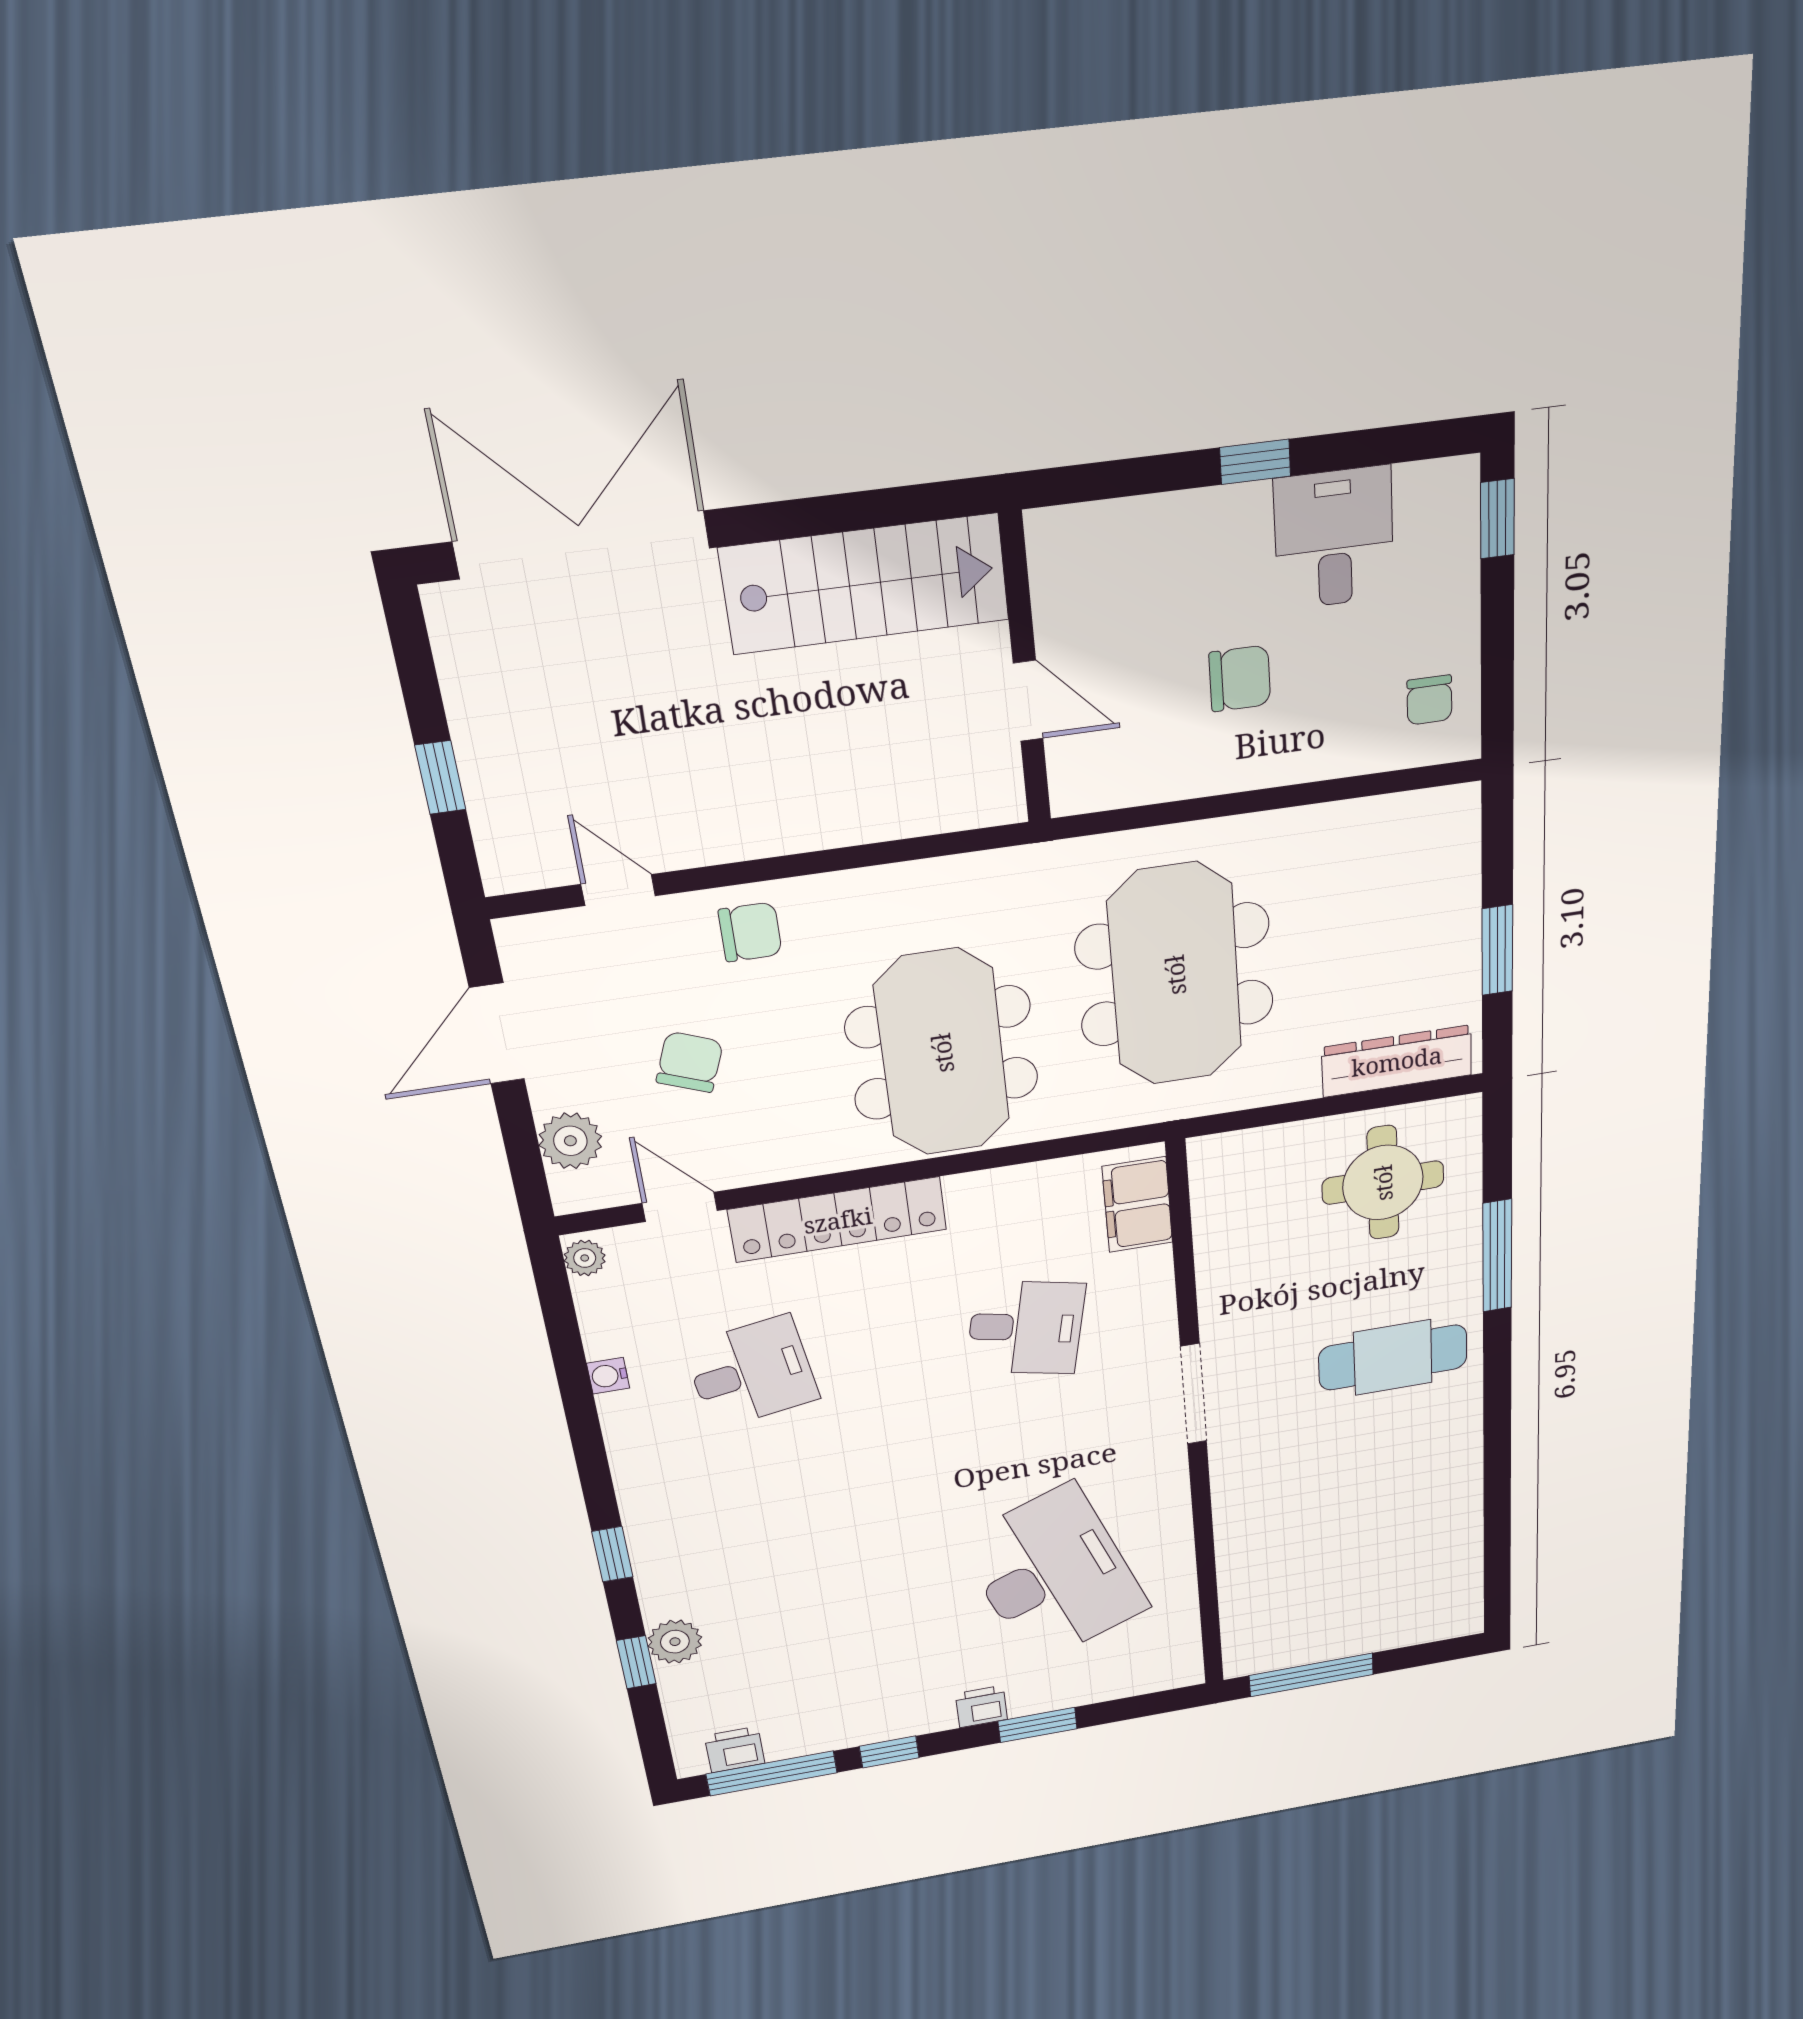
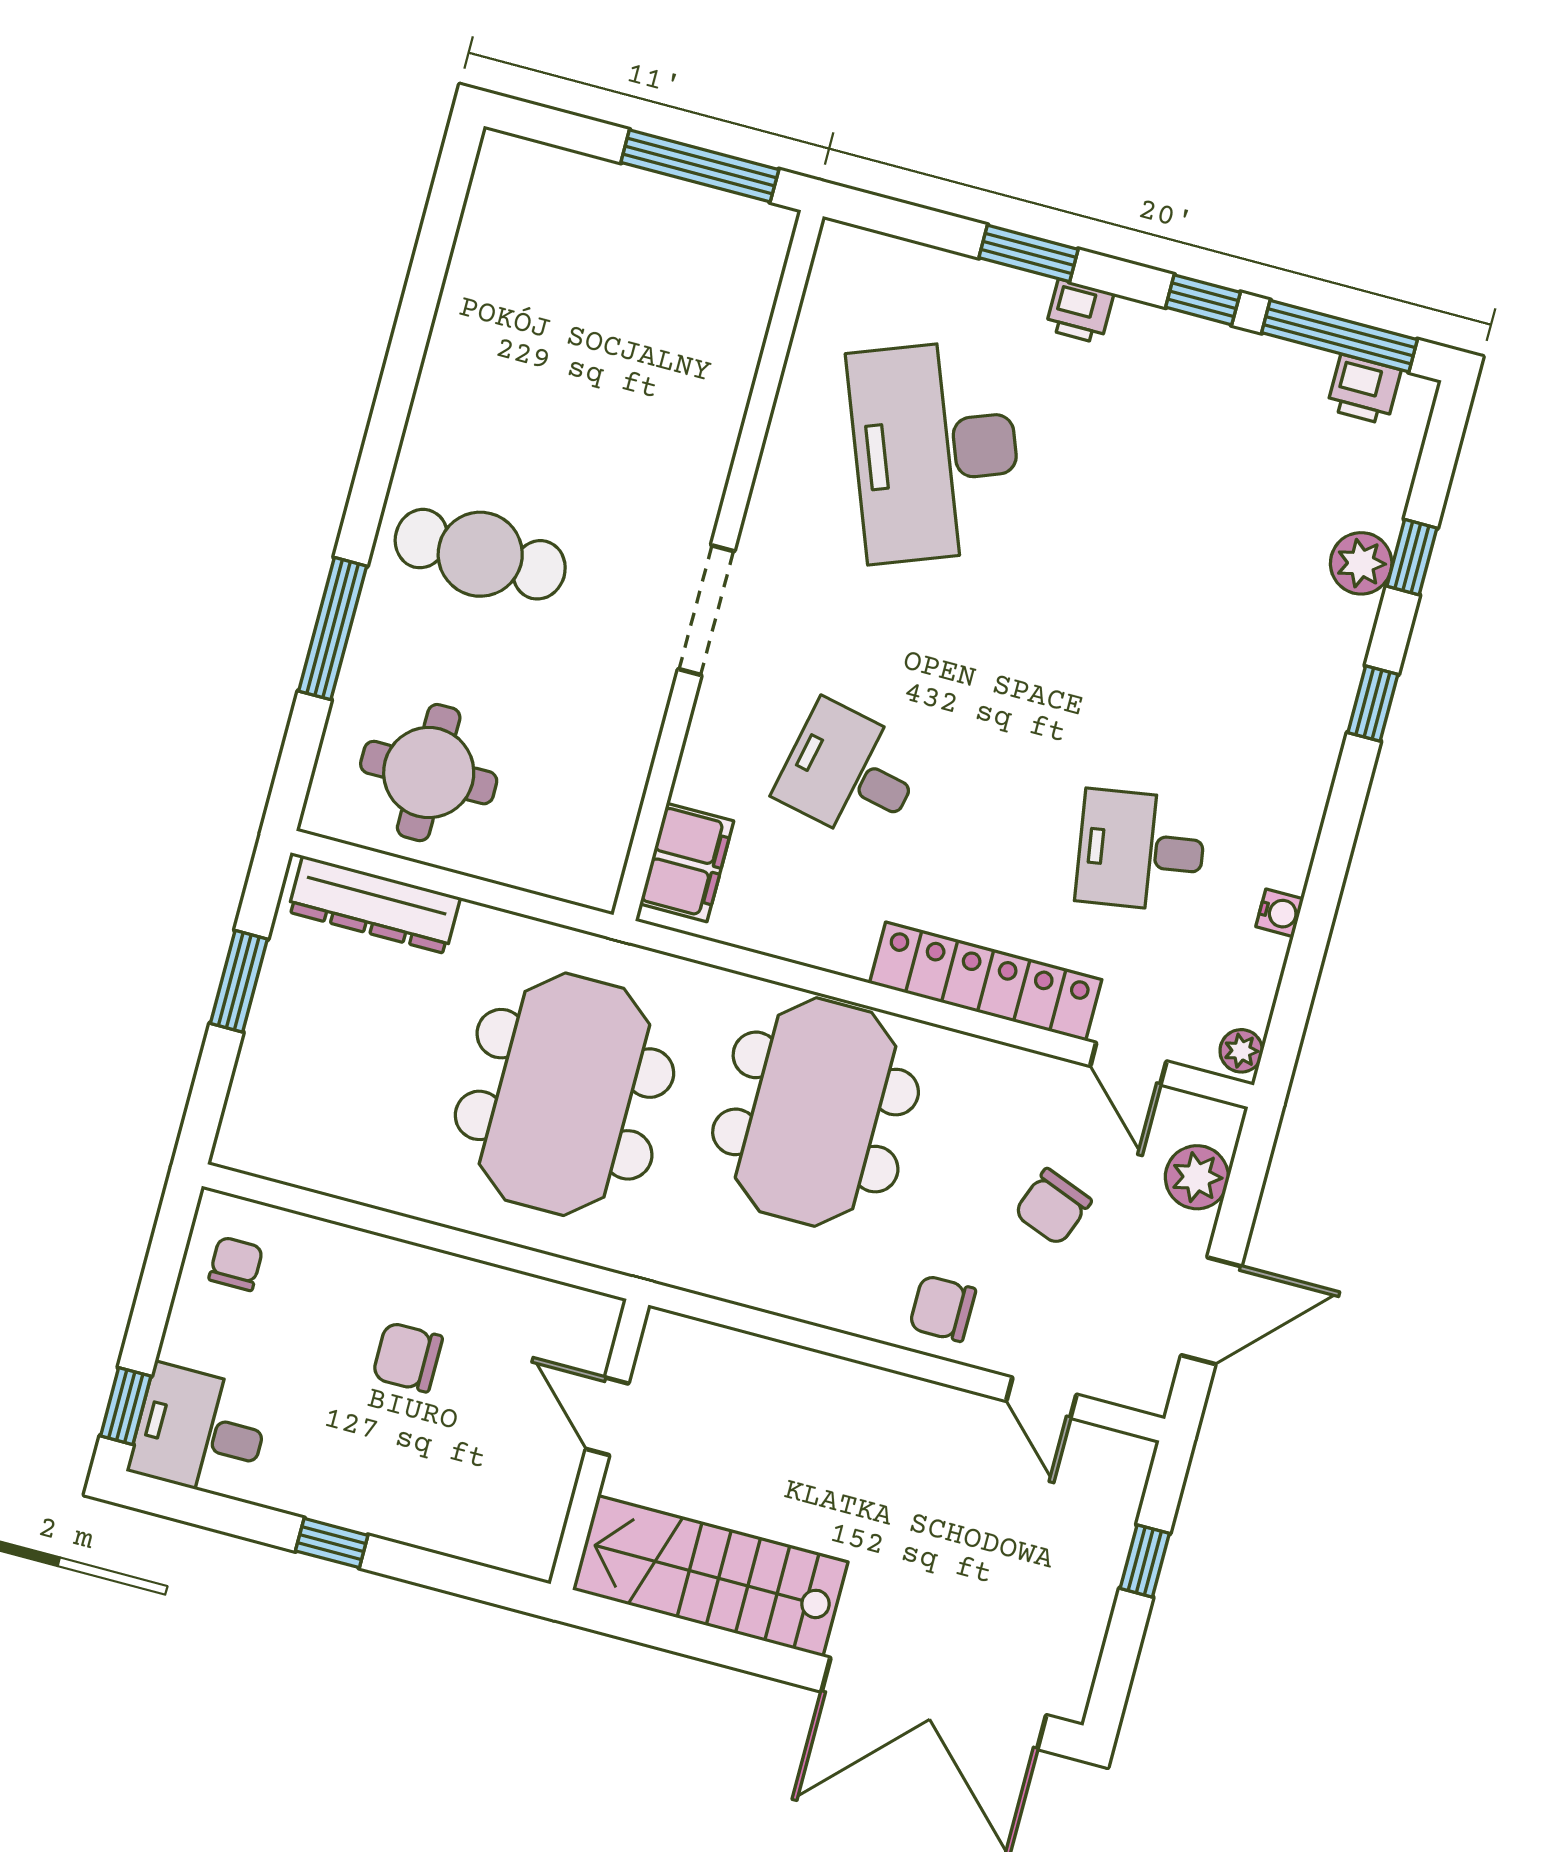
desk: (1334, 538) -> (200, 1432), moved, turned 90

